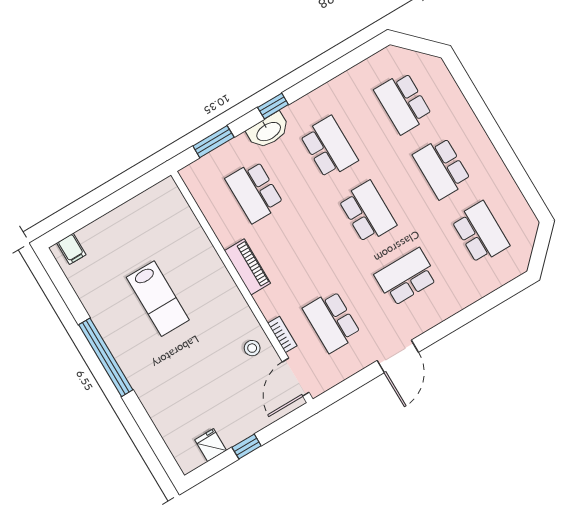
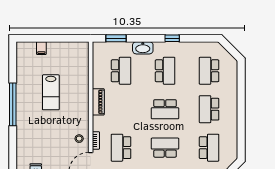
window: (273, 106) -> (172, 38), moved
school desk: (254, 192) -> (121, 71), turned 180
school desk: (367, 212) -> (165, 109), turned 90
filing cabinet: (71, 249) -> (41, 48), moved

